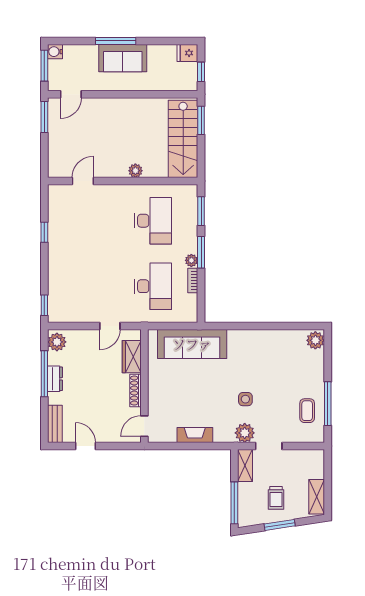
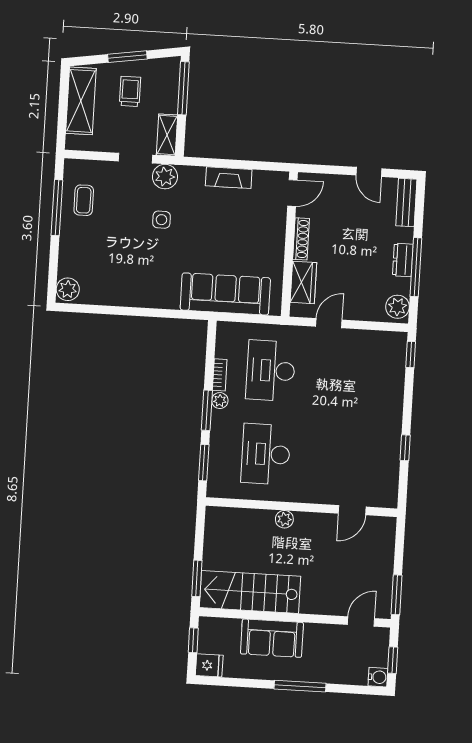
sofa: (123, 58) -> (272, 638), moved, turned 180
window: (44, 66) -> (393, 660), width x0.67
stairs: (183, 139) -> (250, 592), moved, turned -90
shelving: (317, 497) -> (81, 101), width x1.50, depth x1.33

